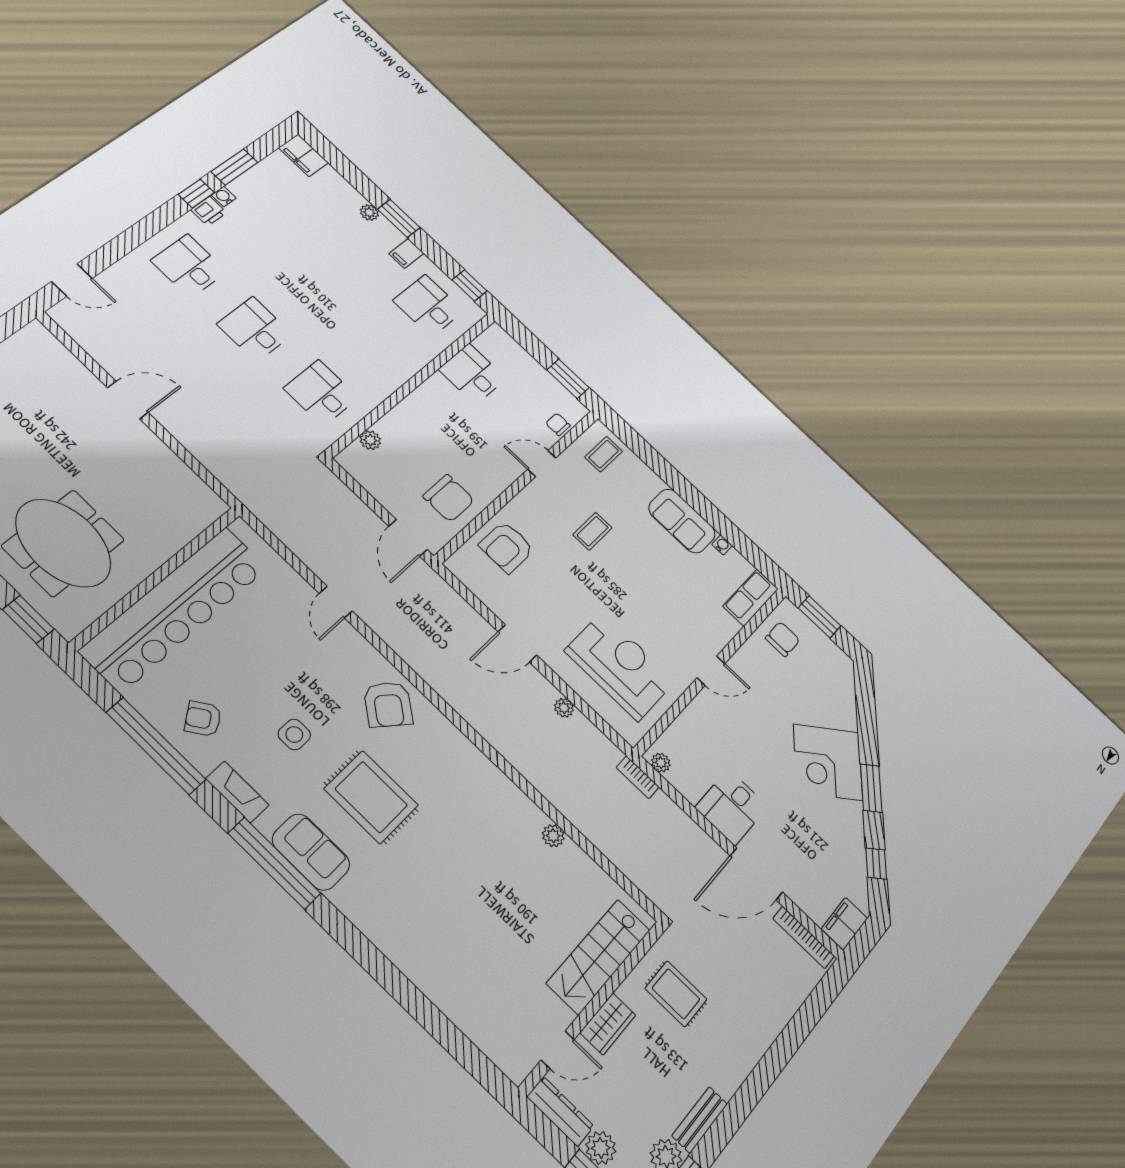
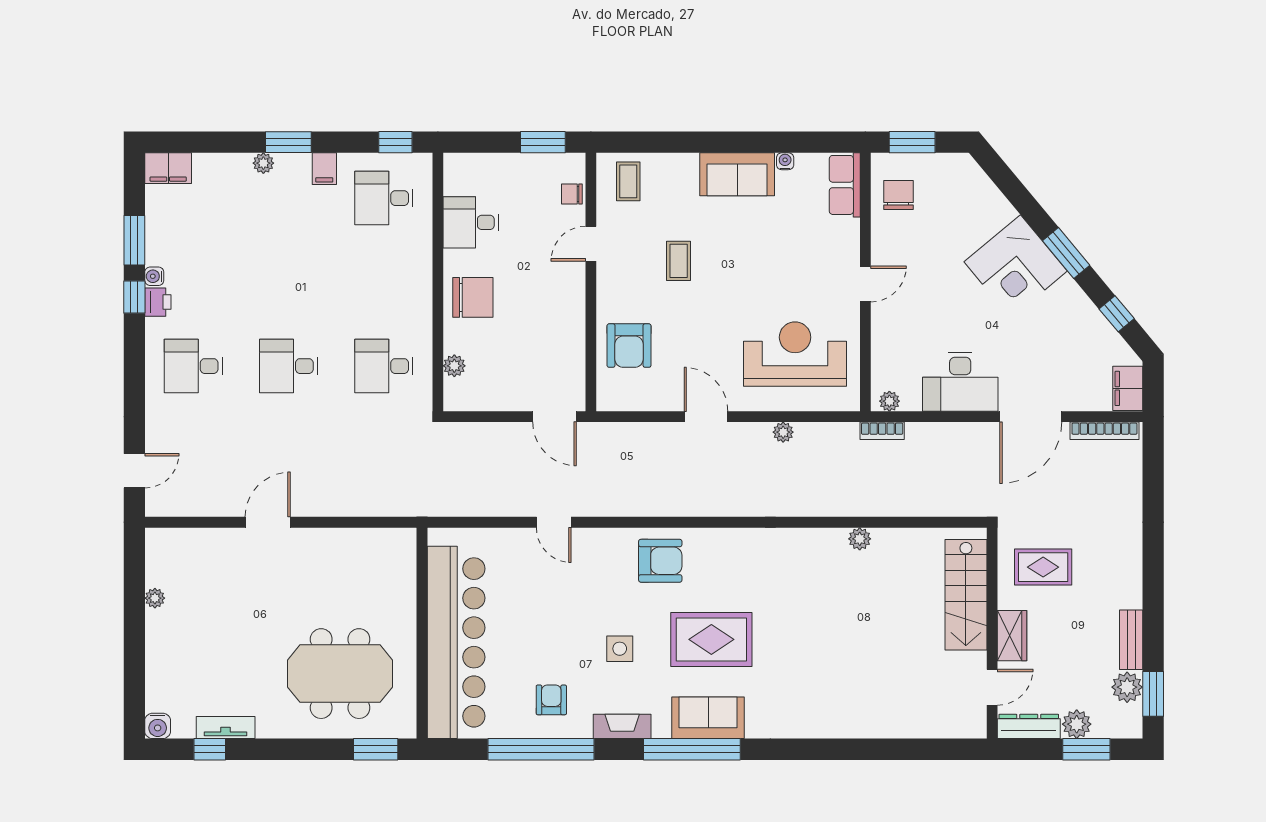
chair: (449, 498) -> (473, 297), moved
door: (517, 643) -> (706, 417), swing flipped
armchair: (388, 704) -> (660, 561), turned -38
armchair: (203, 719) -> (551, 700), turned 125
desk: (732, 807) -> (960, 382), width x1.37

